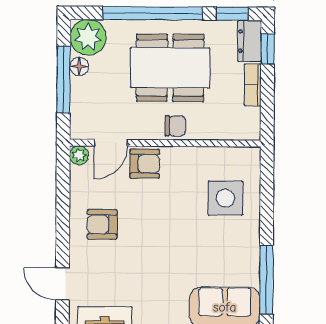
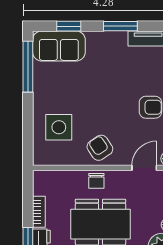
chair: (175, 126) -> (96, 181), turned -90
armchair: (145, 164) -> (100, 148), moved, turned 56

